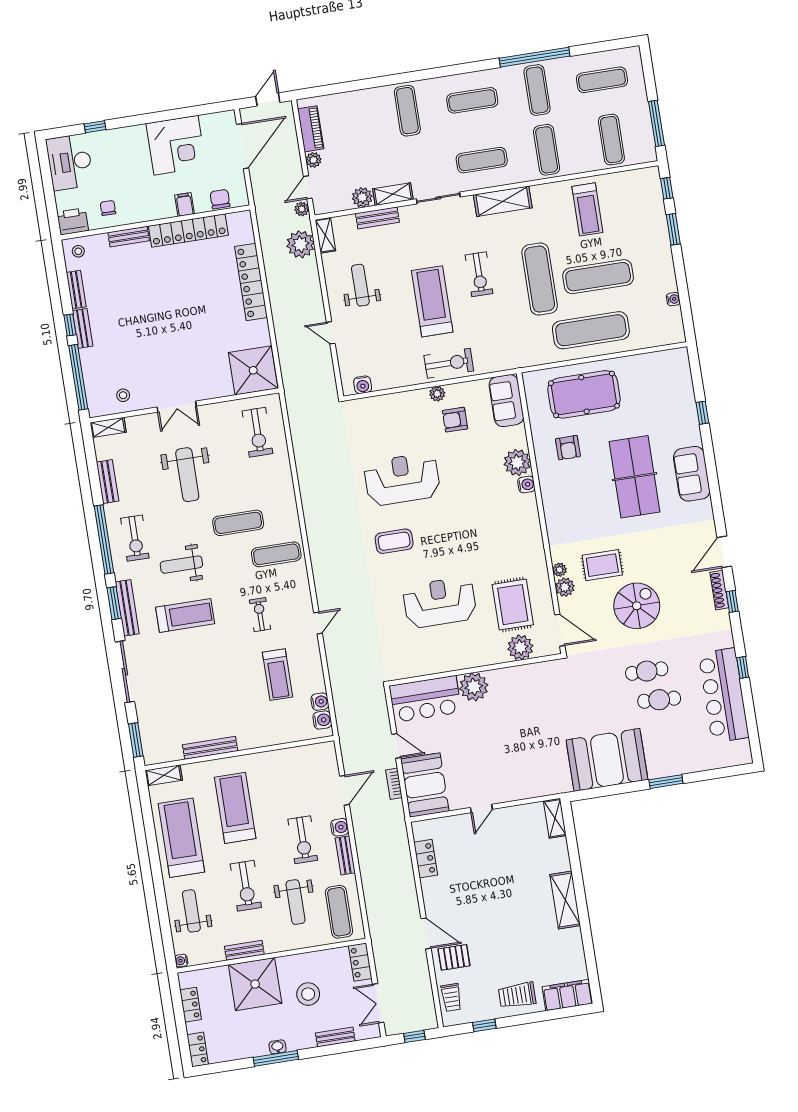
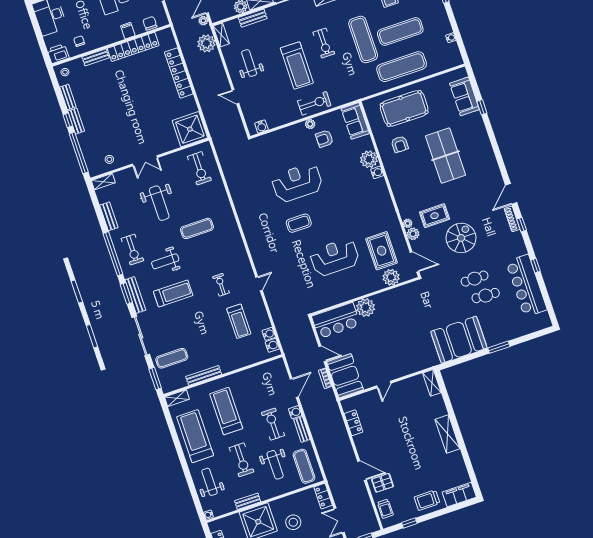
treadmill: (432, 301) -> (297, 66), turned 180
sofa: (692, 474) -> (465, 96), moved
exercise mat: (276, 554) -> (172, 358), moved
exercise bike: (303, 840) -> (273, 424), turned 180

